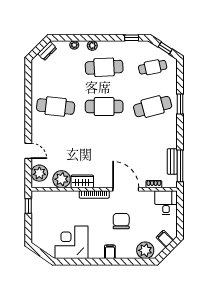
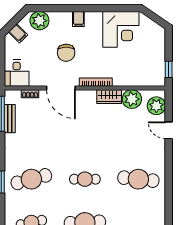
cafe table: (104, 107) -> (85, 179), width x0.73, depth x0.74

